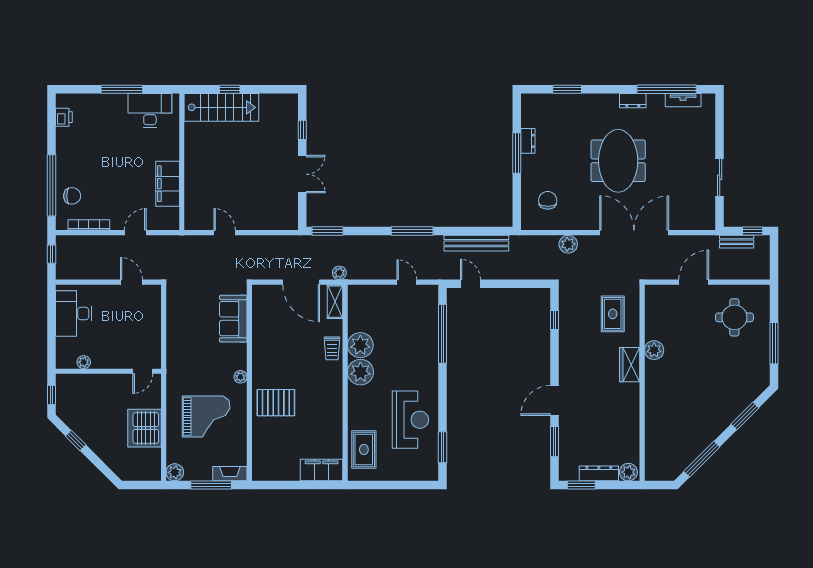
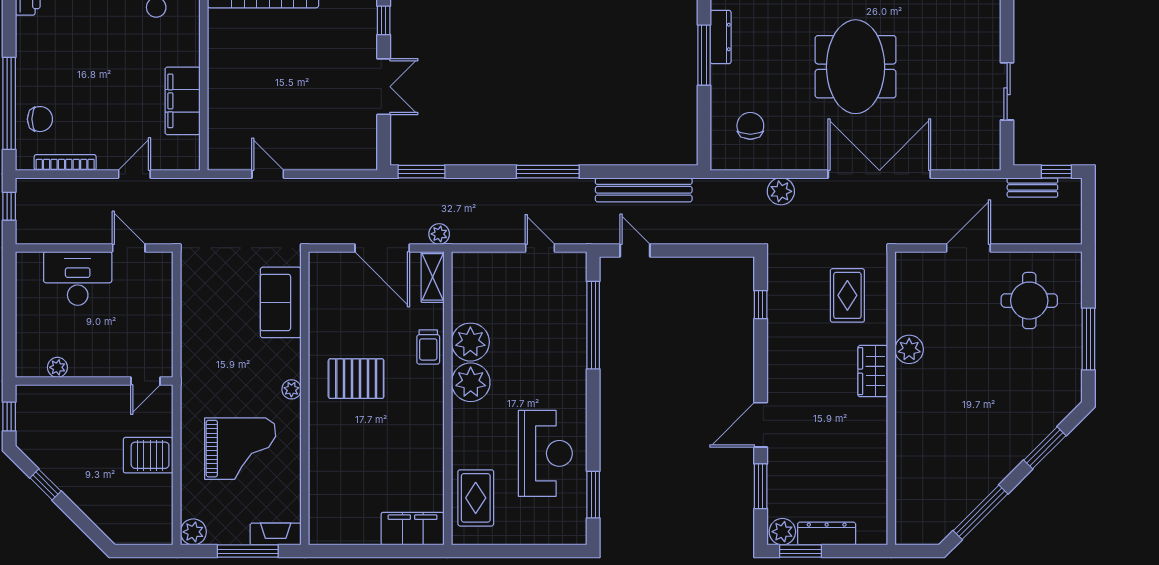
dresser: (528, 141) -> (721, 37), width x1.44
desk: (73, 314) -> (78, 278), moved, turned 90
pallet: (276, 403) -> (356, 379), moved
server rack: (144, 428) -> (148, 455), width x0.63
plant: (628, 472) -> (782, 532), moved

